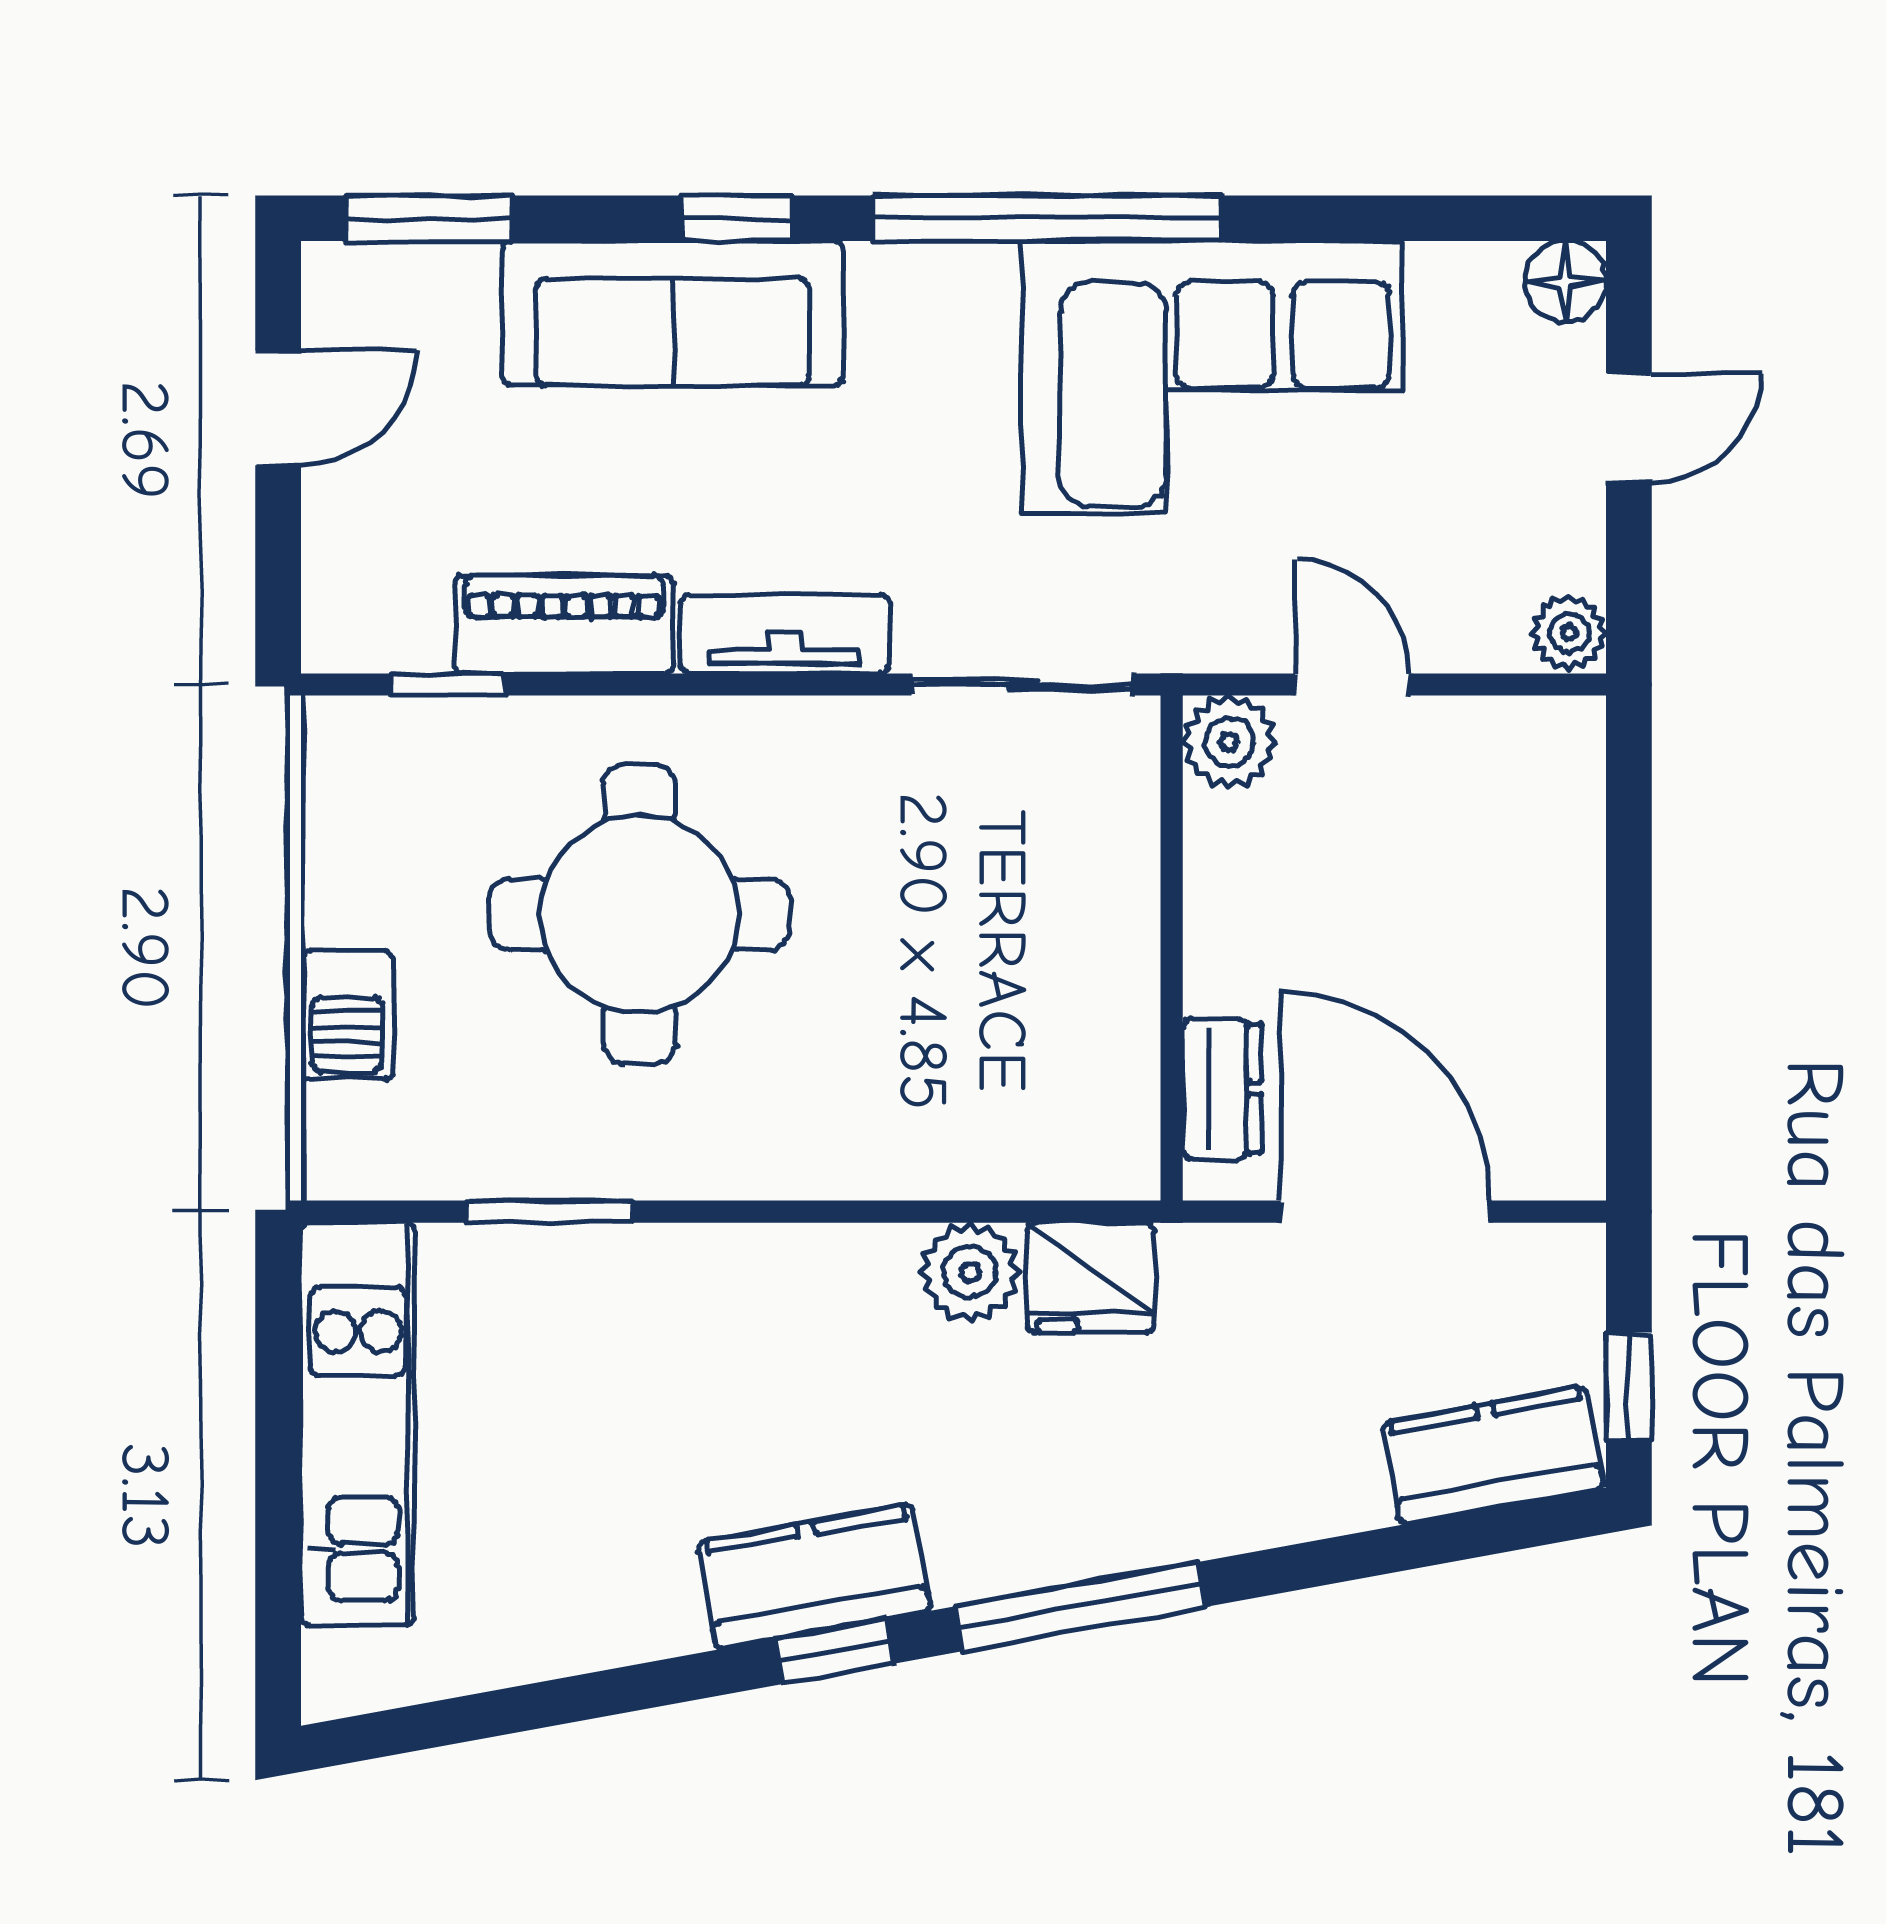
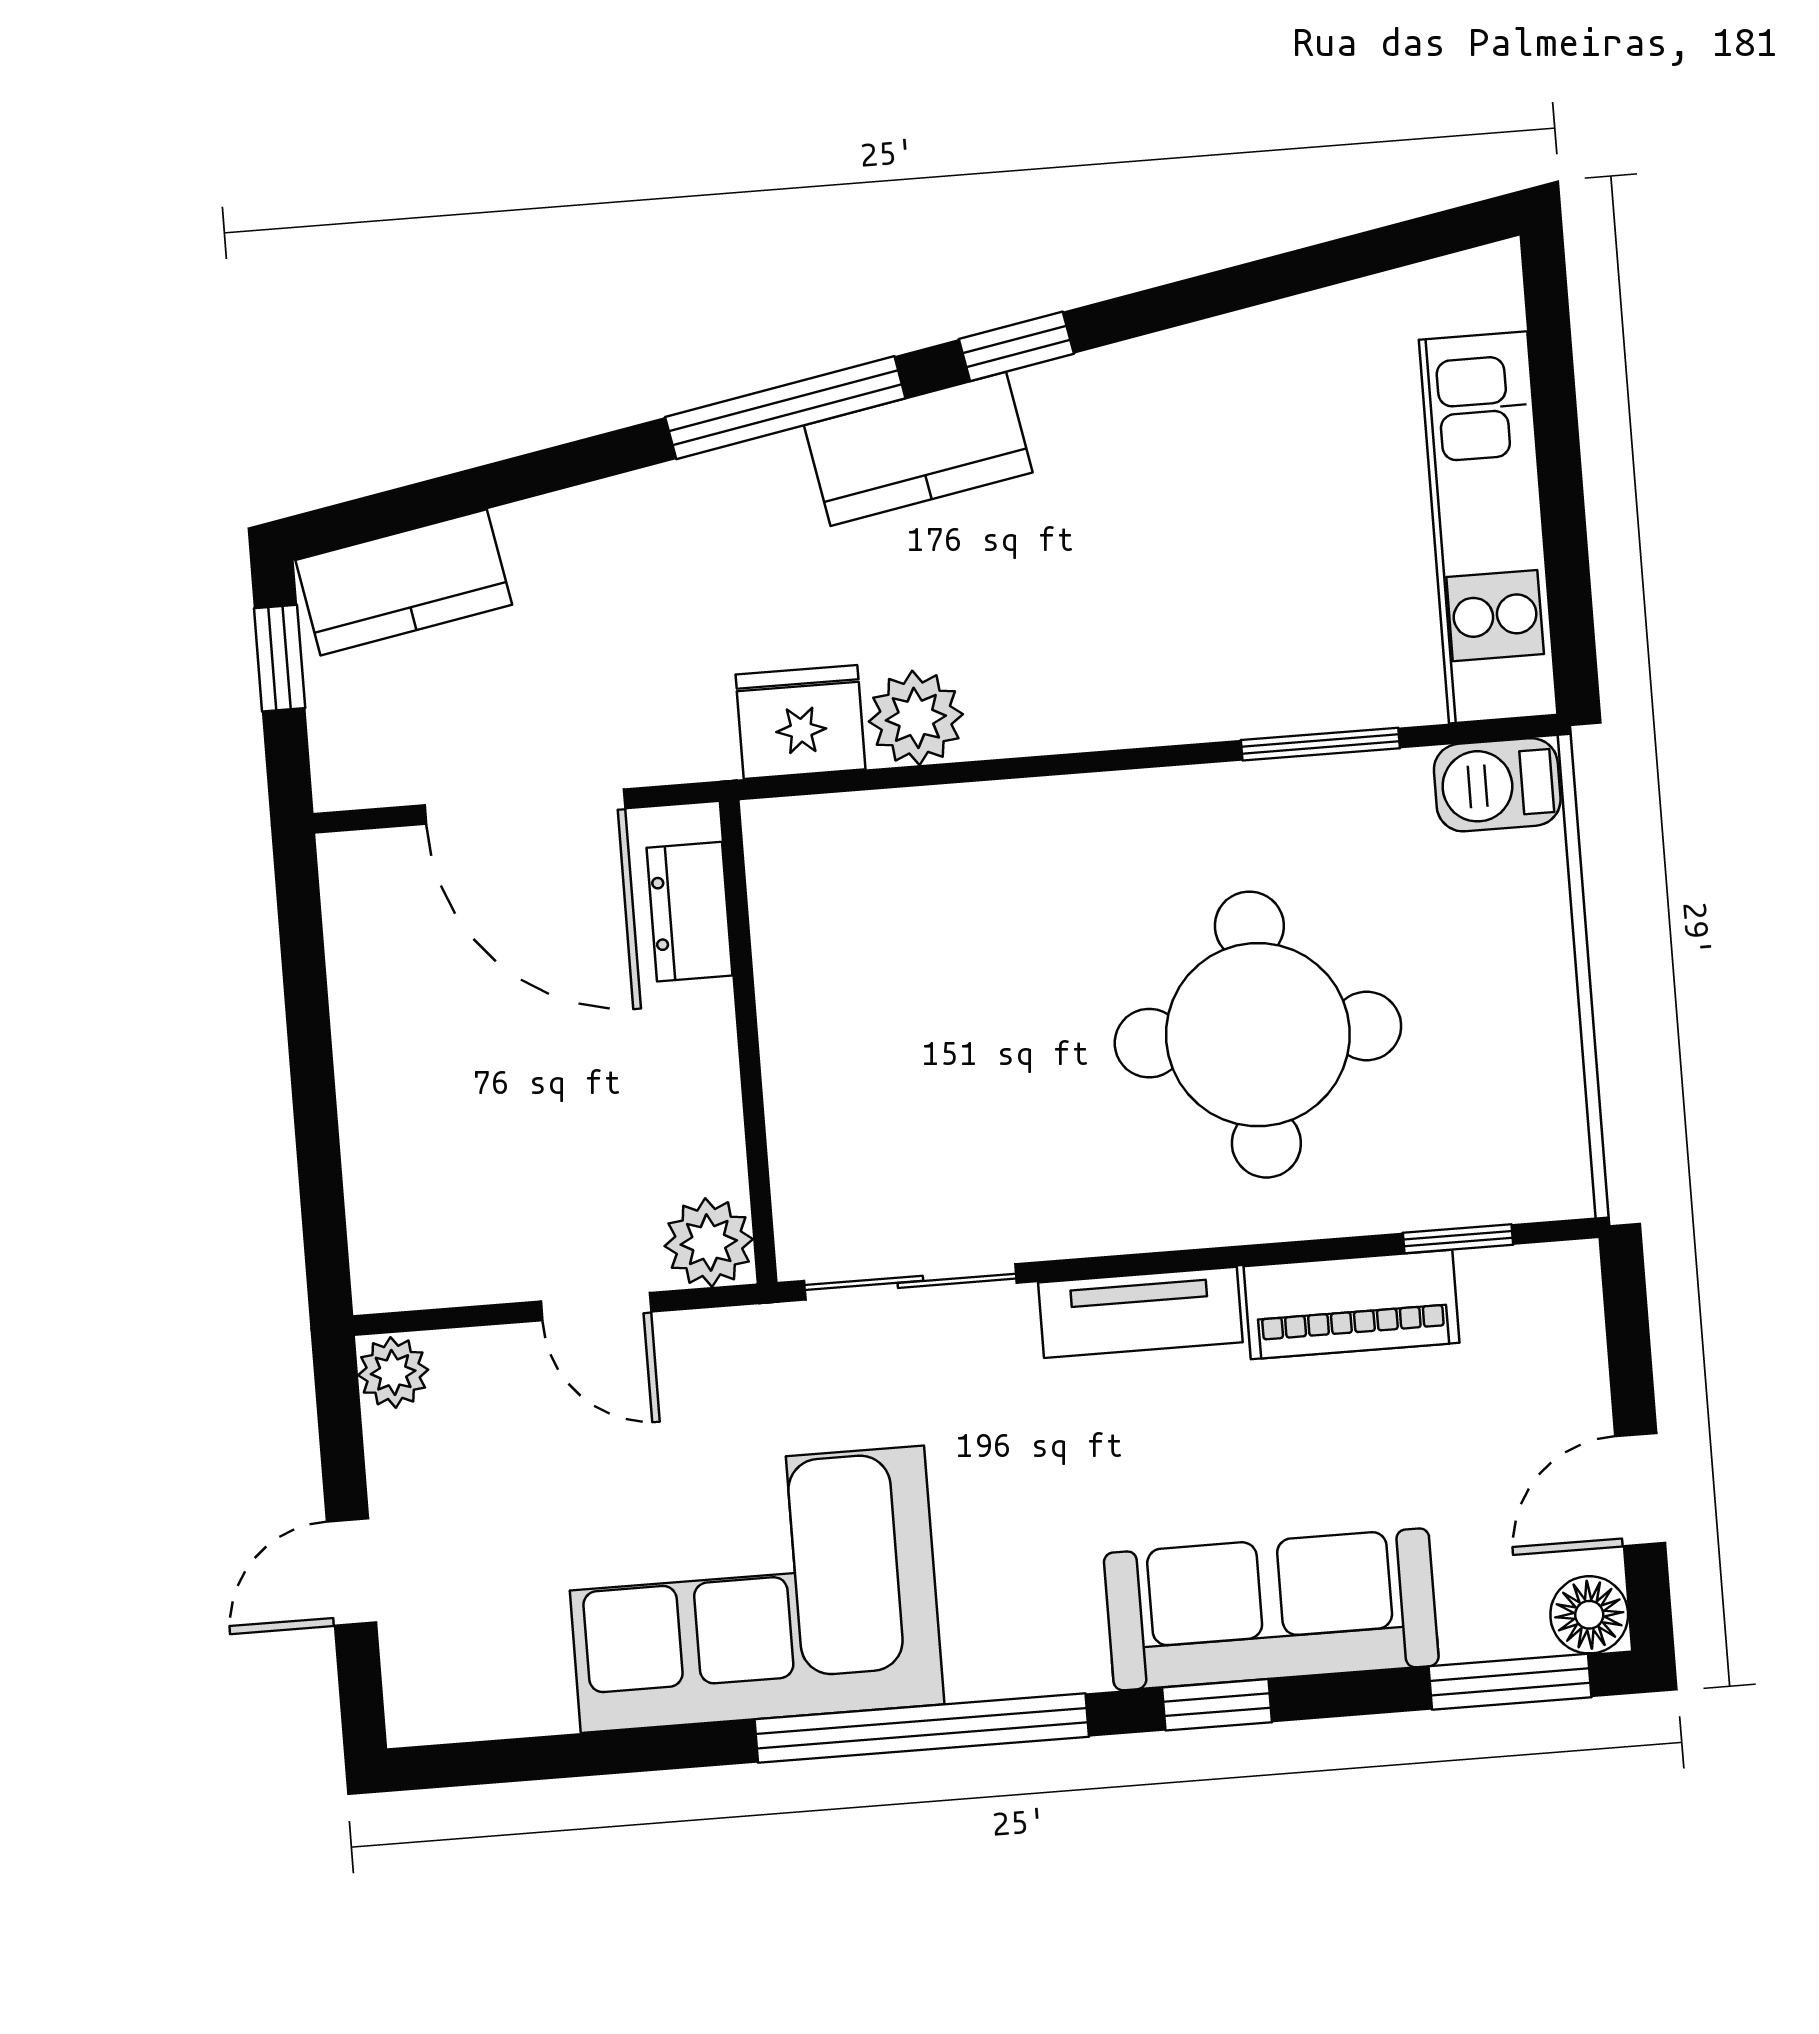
floor lamp: (1565, 282) -> (1589, 1615), moved
barbecue: (347, 1015) -> (1497, 785), moved, turned -90
kitchen counter: (814, 1576) -> (918, 449), moved

